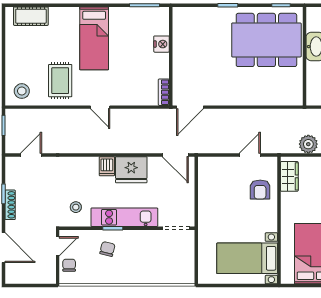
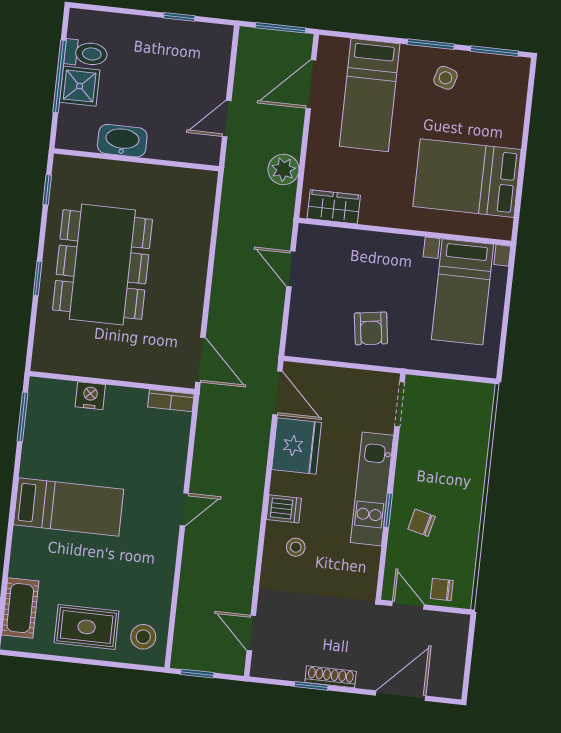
dining table: (266, 40) -> (102, 265), moved
rug: (60, 81) -> (87, 627), moved
door: (175, 155) -> (277, 393), hinge flipped
fridge: (131, 170) -> (297, 446), moved
armchair: (260, 190) -> (371, 328), moved, turned 82
stool: (76, 207) -> (296, 547), moved

